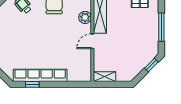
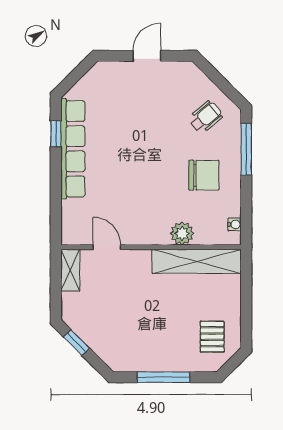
door: (92, 41) -> (107, 247), moved
window: (151, 65) -> (76, 343), moved

